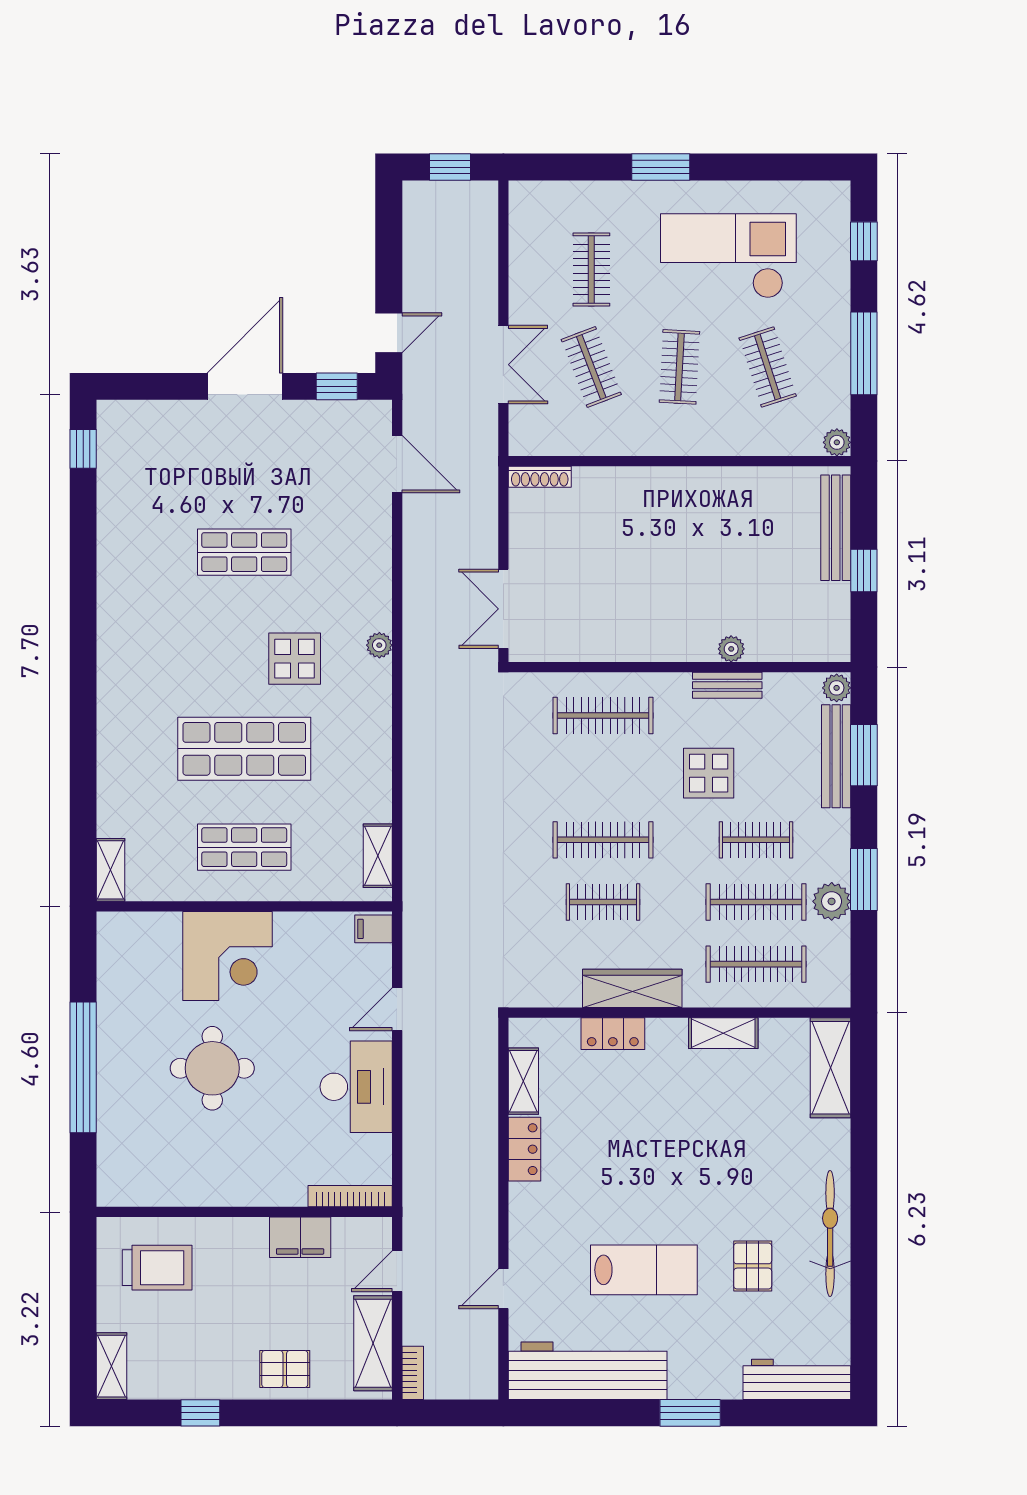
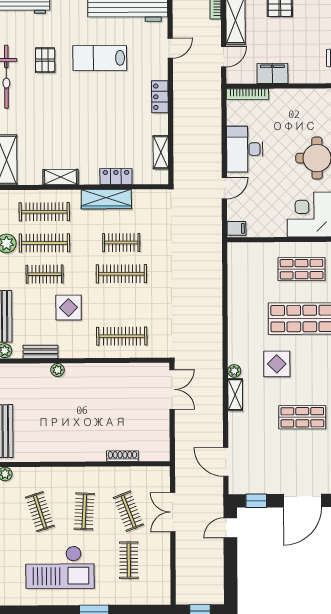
shoe rack: (540, 477) -> (122, 456), moved
bench: (727, 685) -> (40, 352), moved
shelving: (378, 856) -> (235, 395), moved
locker: (525, 1149) -> (160, 97), moved

